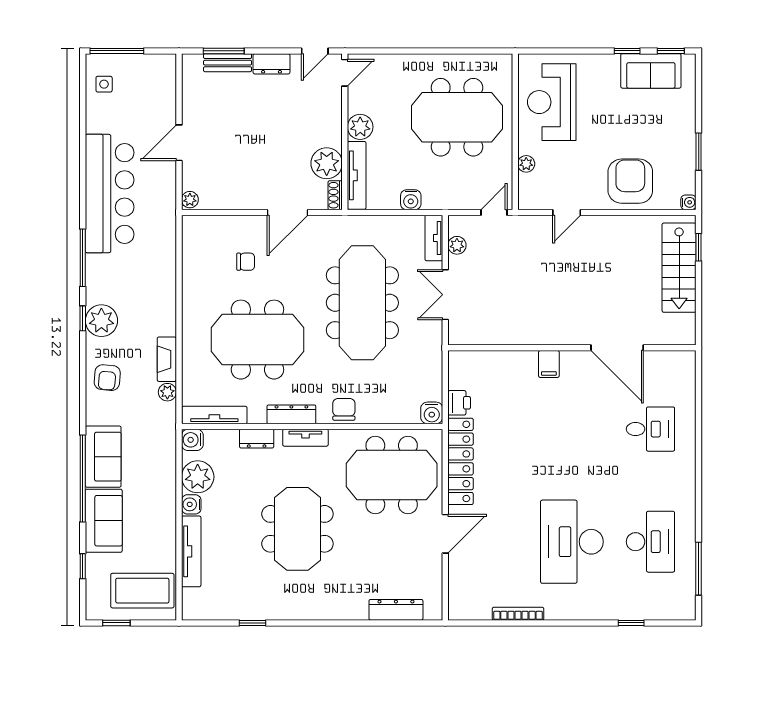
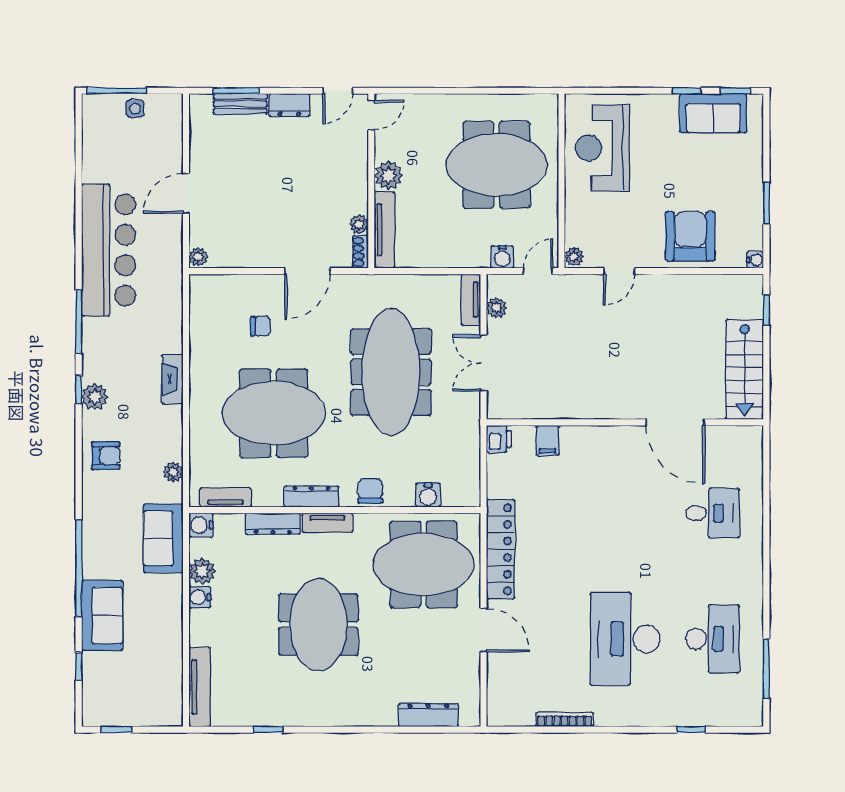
side table: (104, 84) -> (135, 109), moved
plant: (327, 163) -> (359, 224), width x0.53, depth x0.53
plant: (526, 164) -> (574, 256), moved
water cooler: (411, 200) -> (502, 257), moved
stairs: (679, 268) -> (745, 369), moved
plant: (101, 321) -> (95, 397), width x0.73, depth x0.73
fireplace: (167, 359) -> (172, 379), moved
filing cabinet: (549, 364) -> (548, 440), moved
armchair: (107, 378) -> (106, 456), turned -95
printer: (459, 403) -> (499, 439), moved
water cooler: (432, 413) -> (428, 495), moved
tv unit: (214, 415) -> (226, 497), width x0.71
dresser: (257, 439) -> (273, 524), width x1.44
sofa: (103, 457) -> (163, 538), moved, turned 180
plant: (198, 477) -> (202, 571), width x0.73, depth x0.73
door: (445, 534) -> (483, 630), hinge flipped
tv unit: (191, 551) -> (200, 687), moved
coffee table: (142, 591) -> (145, 694), removed

